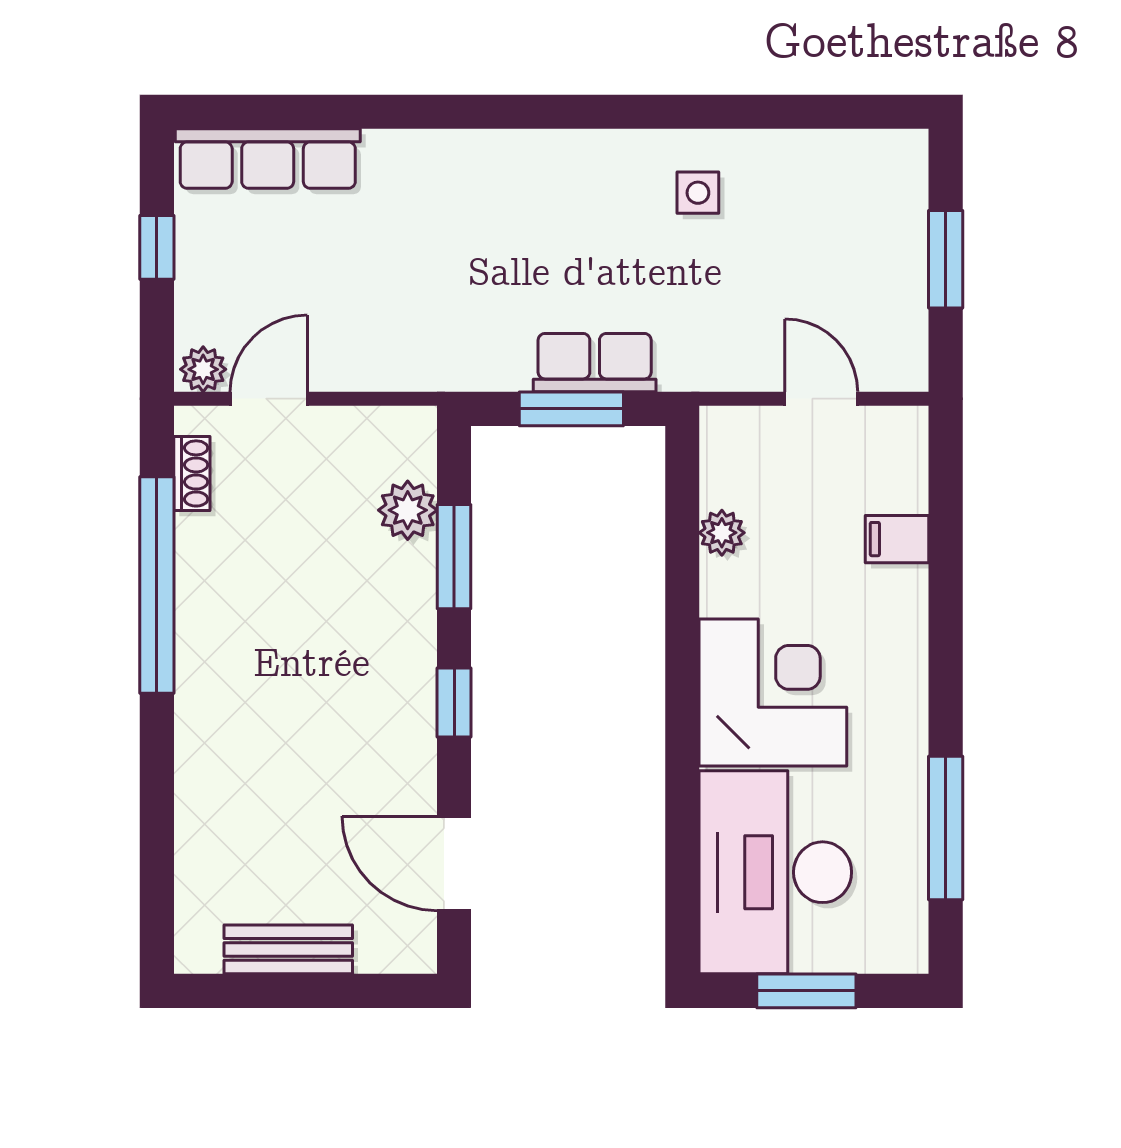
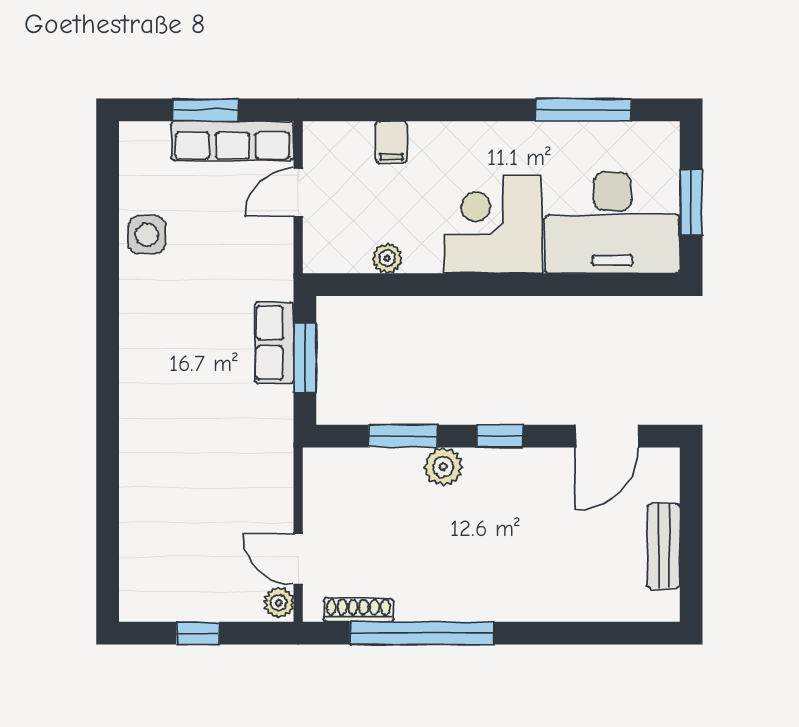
row of seats: (268, 159) -> (232, 141), moved, turned 90
side table: (698, 193) -> (147, 235), moved, width x1.37, depth x1.37
shoe rack: (192, 473) -> (358, 610), width x1.43
plant: (408, 510) -> (443, 467), moved

